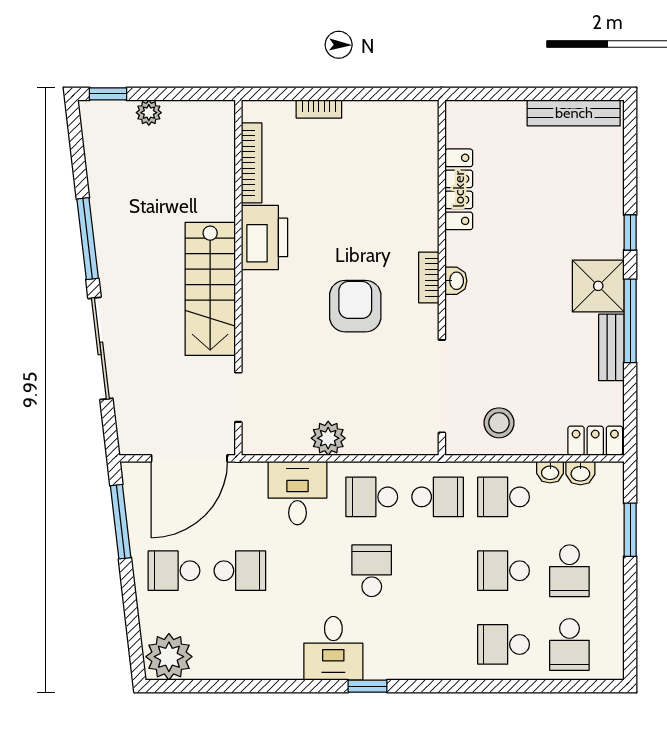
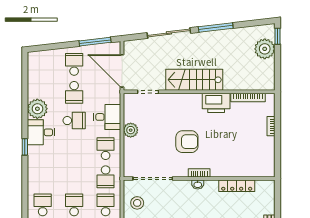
plant: (149, 113) -> (265, 49), width x1.88, depth x1.88
school desk: (372, 571) -> (74, 121), moved
plant: (169, 657) -> (37, 109), moved

